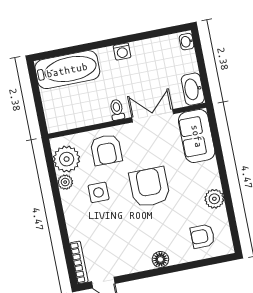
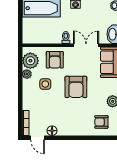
armchair: (150, 187) -> (76, 87), turned 180
floor lamp: (160, 259) -> (52, 131), moved

